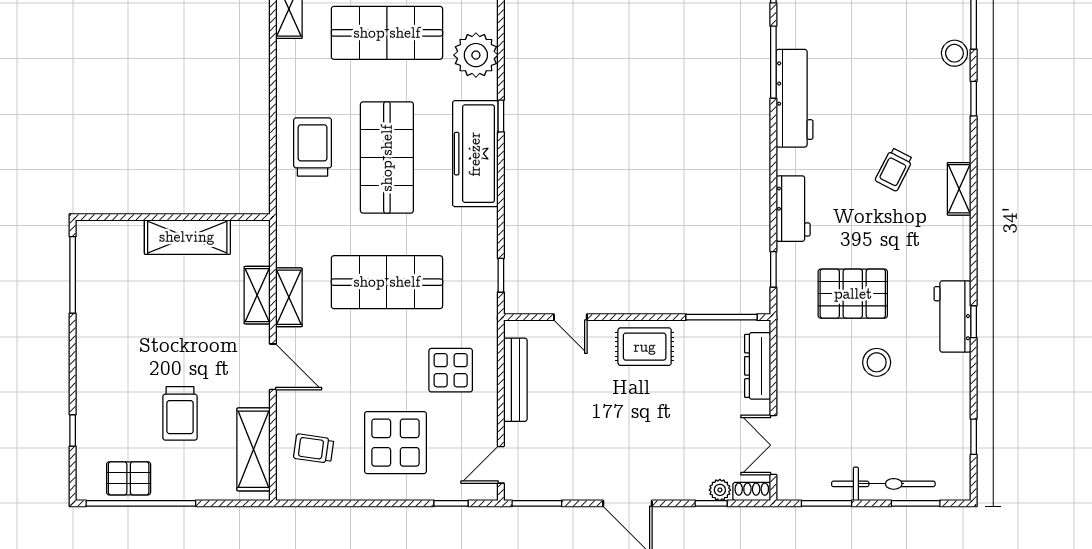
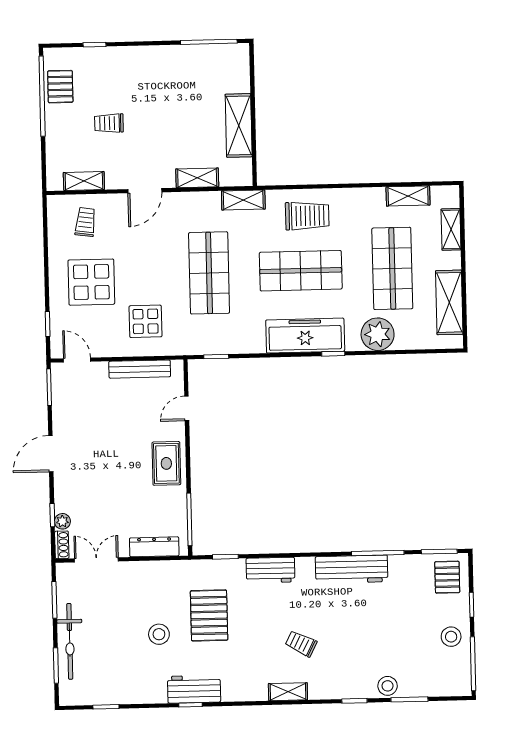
shelving: (289, 297) -> (243, 200), moved
trolley: (180, 413) -> (109, 123), width x0.73, depth x0.72
shelving: (254, 449) -> (84, 181), width x0.67, depth x0.75

